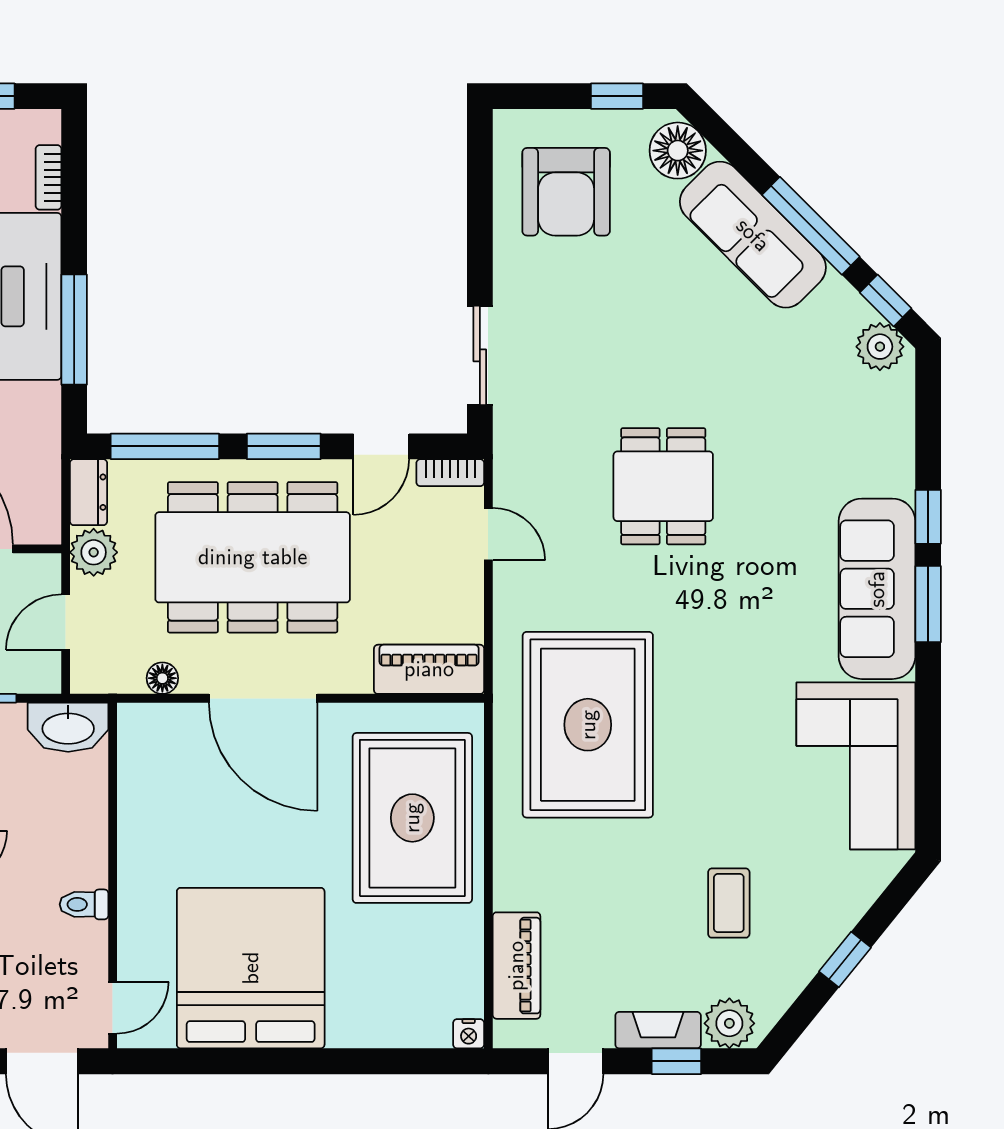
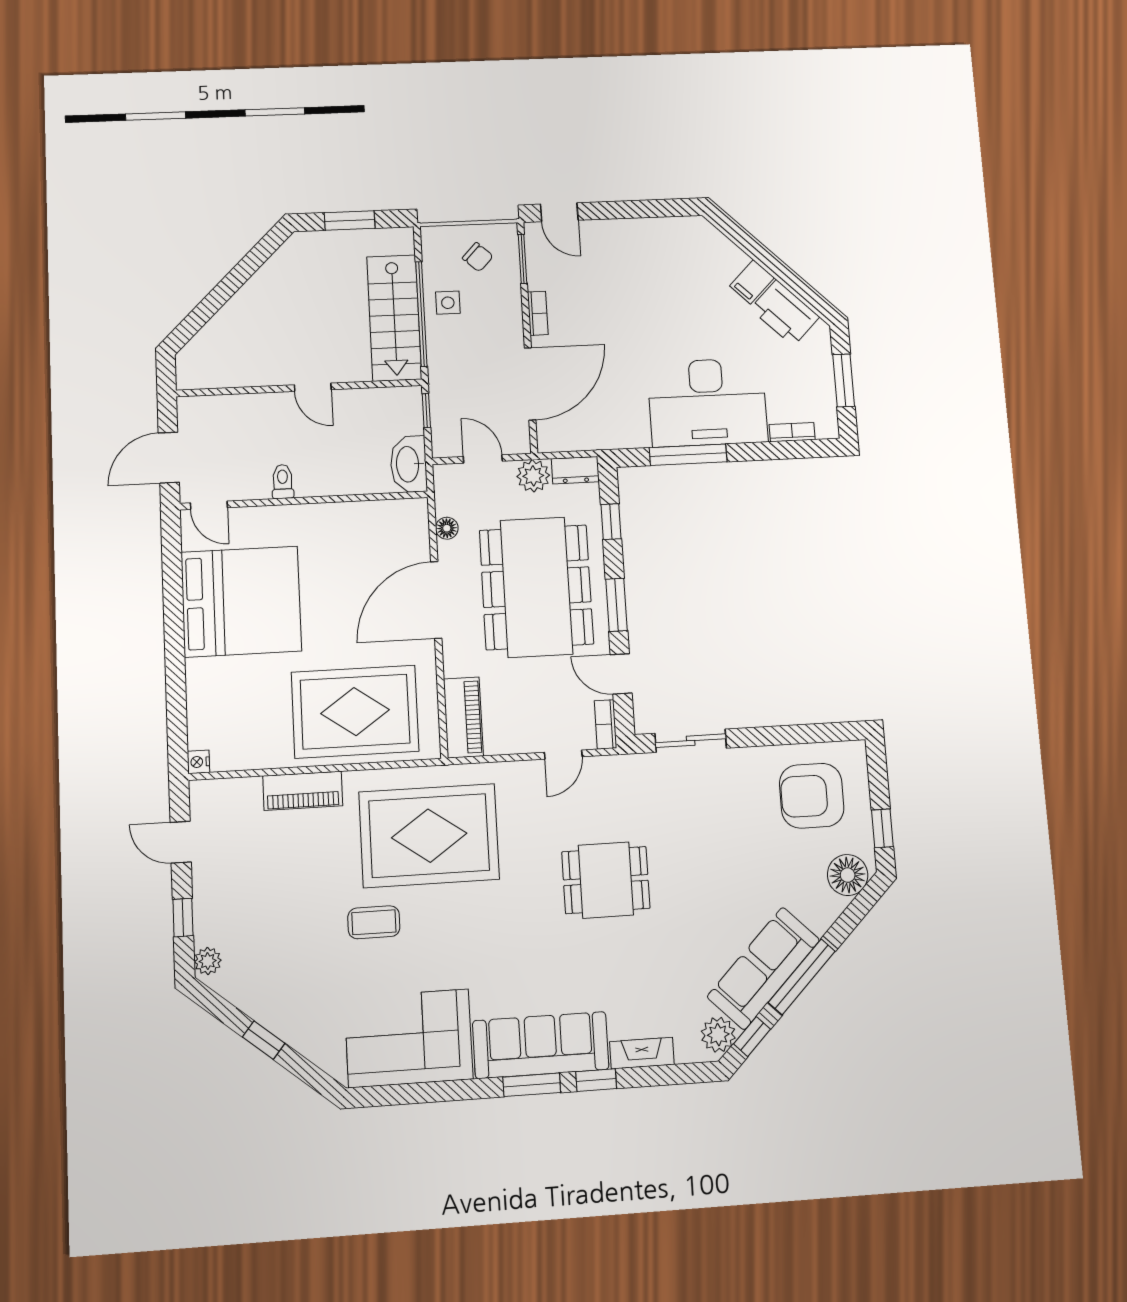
sofa: (753, 235) -> (764, 968), moved
window: (165, 446) -> (611, 522), width x0.46
coffee table: (729, 903) -> (374, 922), moved
piano: (516, 966) -> (303, 791), moved
plant: (729, 1023) -> (208, 961), width x0.73, depth x0.73
fireplace: (658, 1030) -> (642, 1053), moved, turned -90

